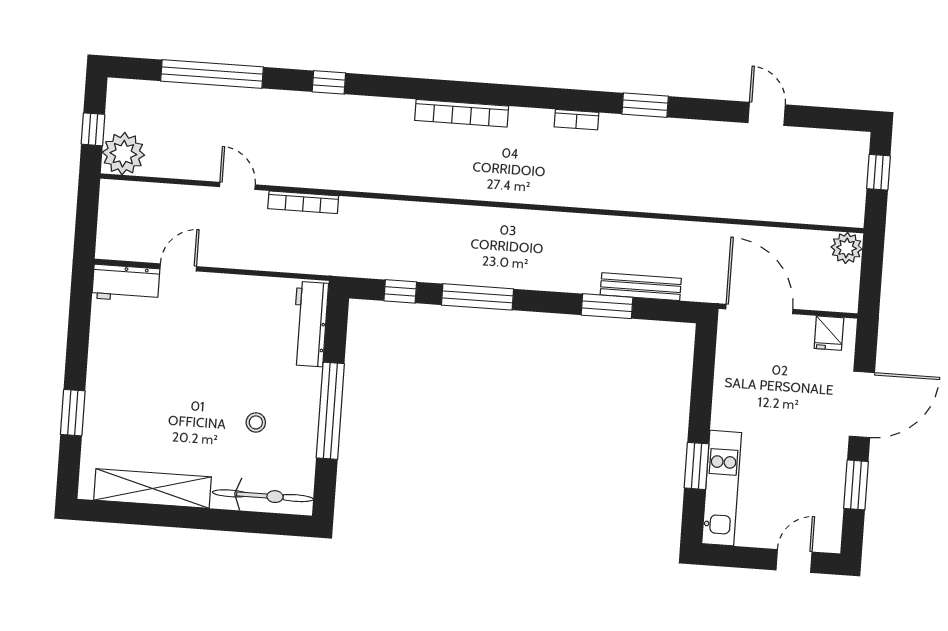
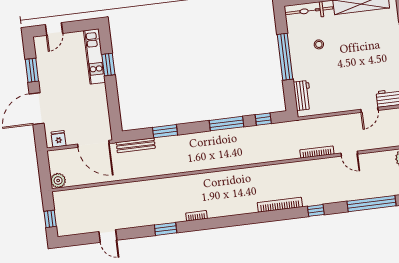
bookcase: (462, 113) -> (280, 205), moved
bench: (641, 287) -> (136, 145), moved
workbench: (310, 324) -> (302, 95), width x0.73

